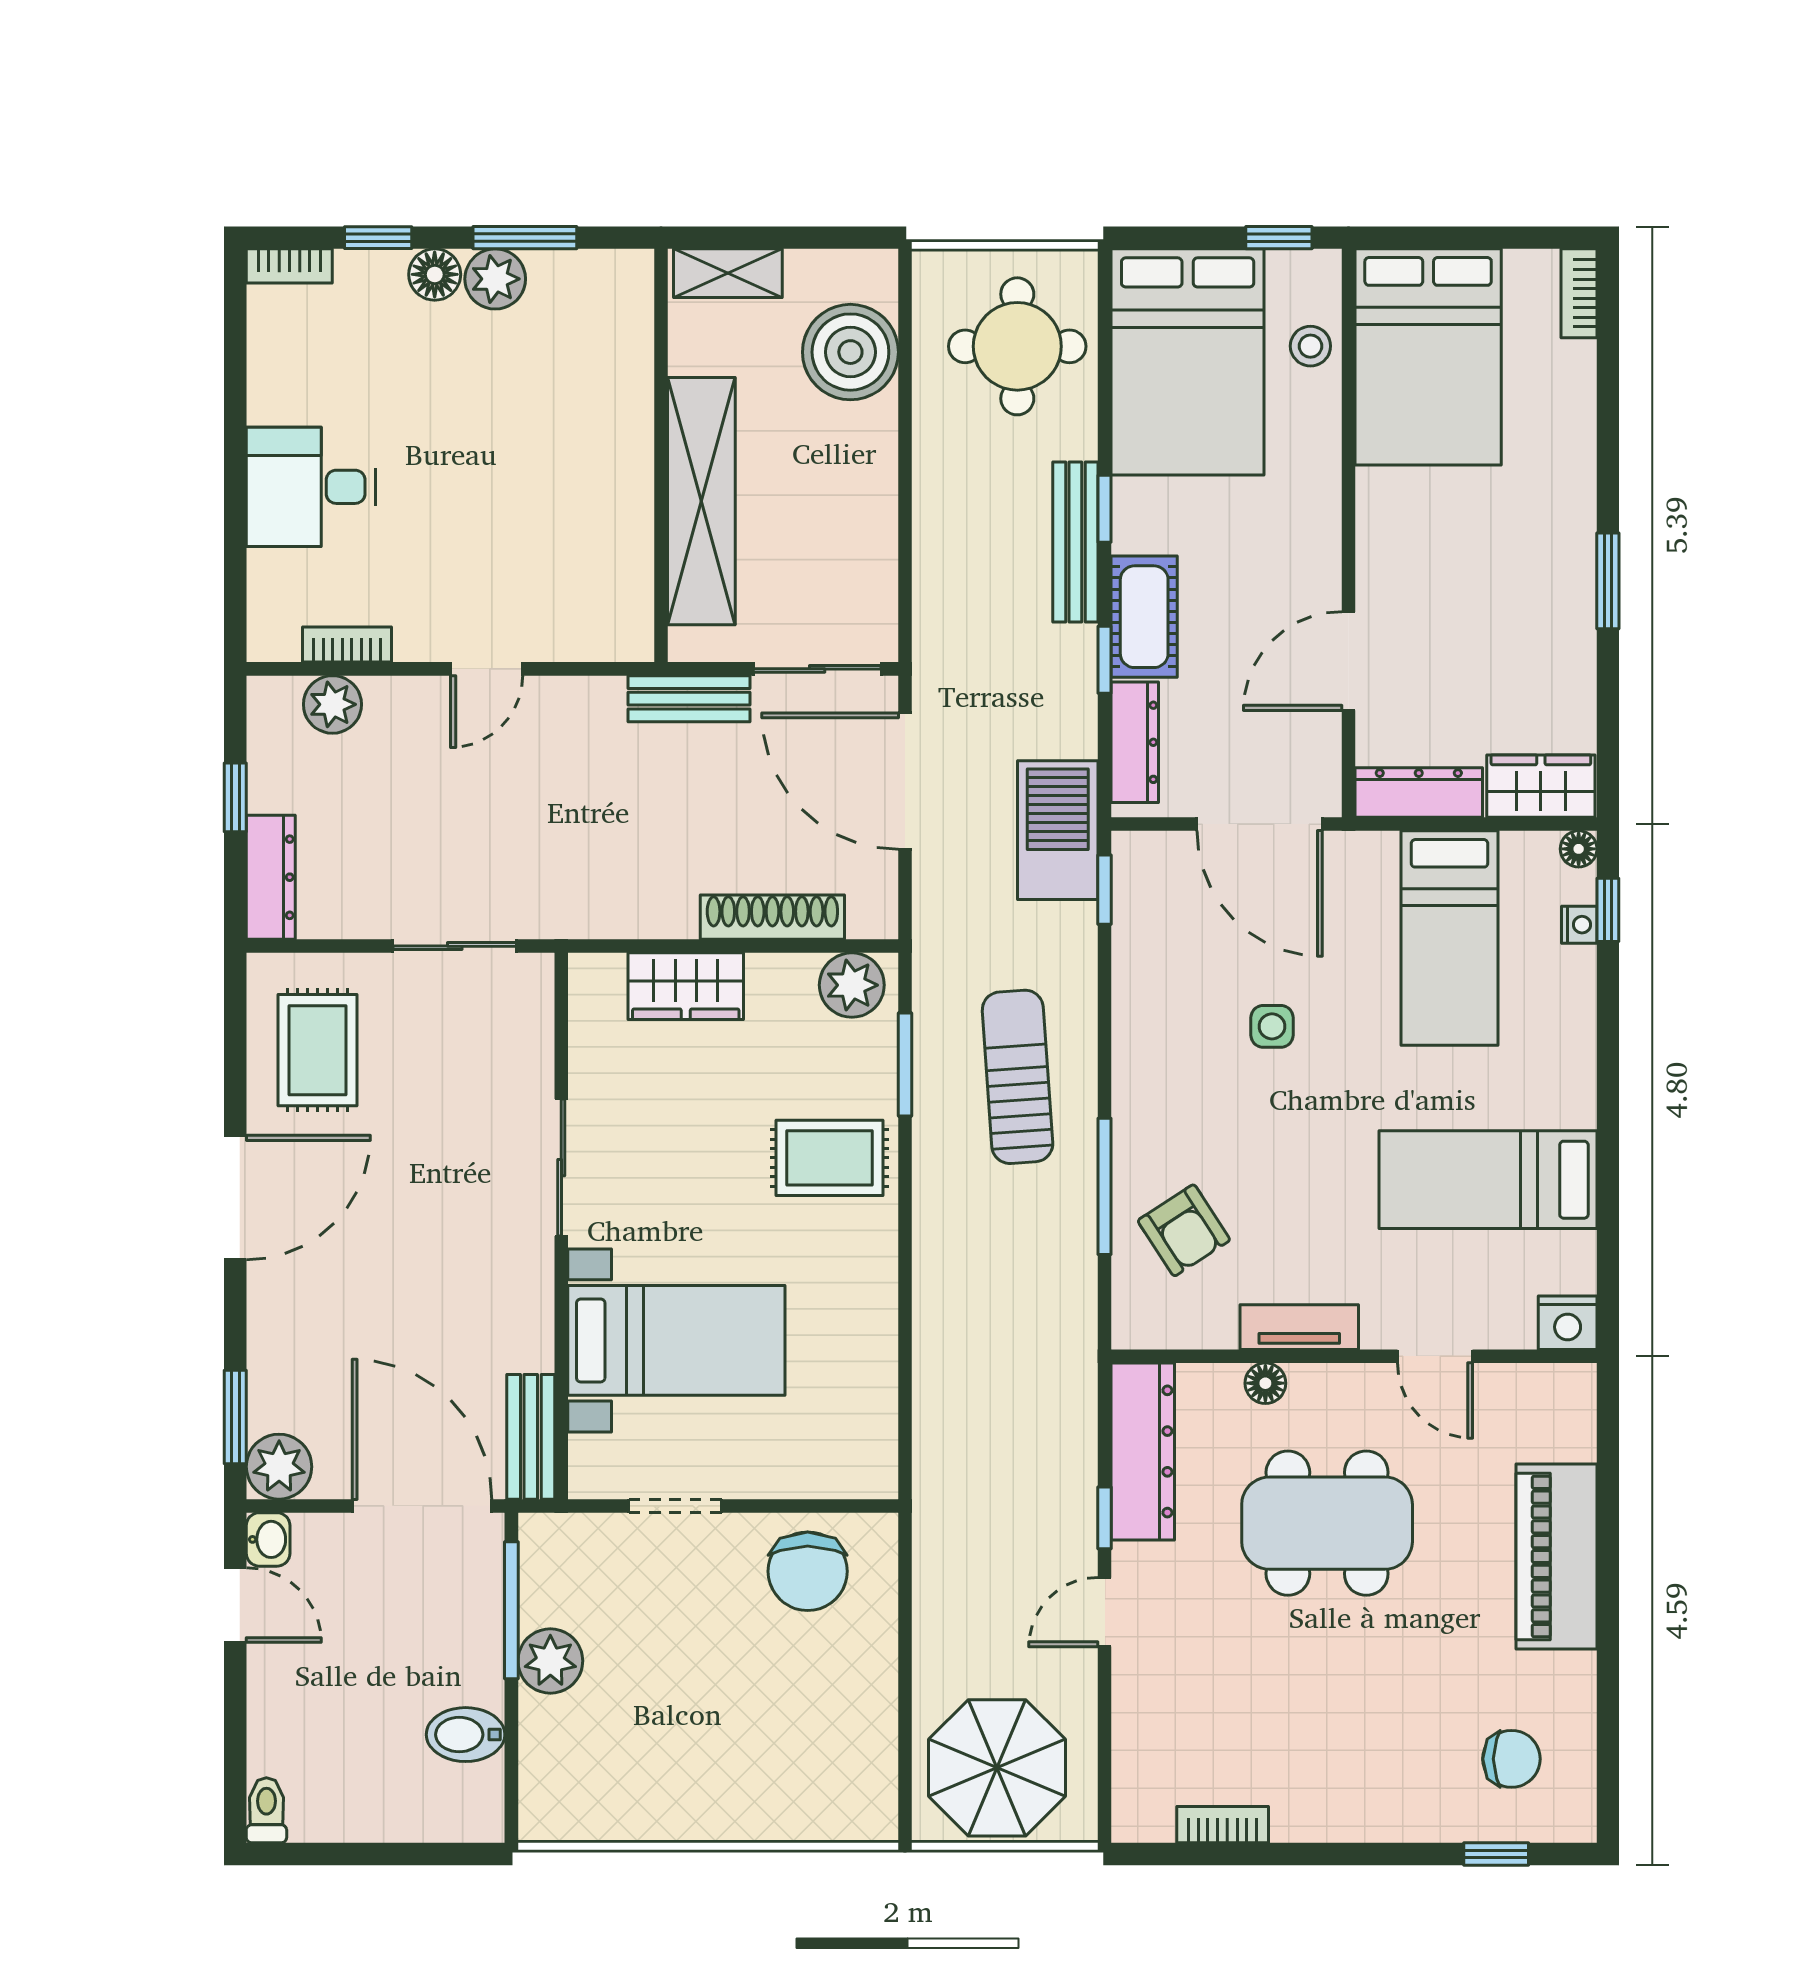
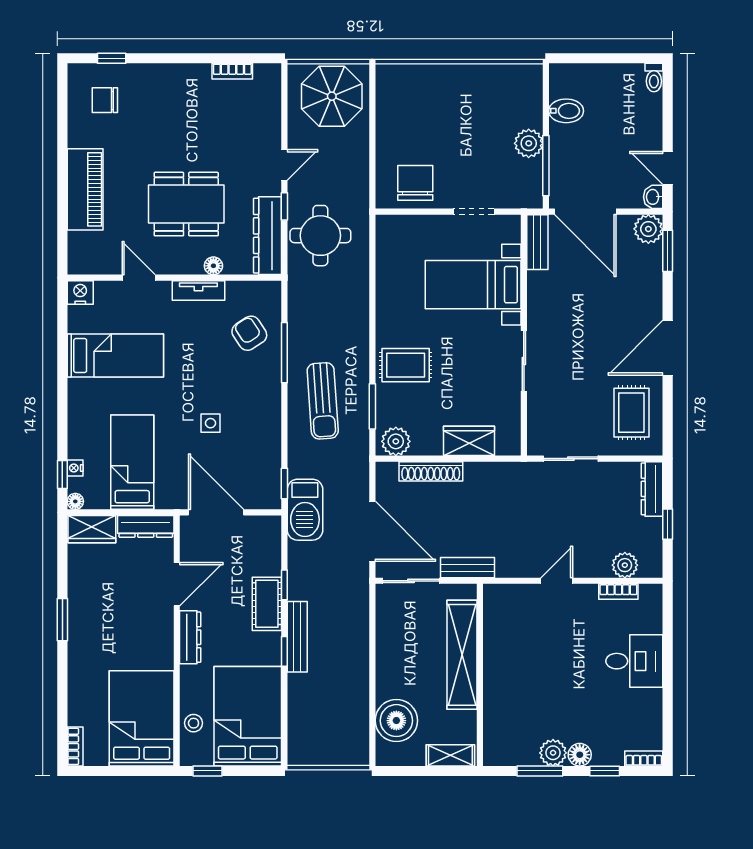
round table: (1017, 346) -> (320, 236), moved
dresser: (1135, 742) -> (190, 637), moved, turned 180

